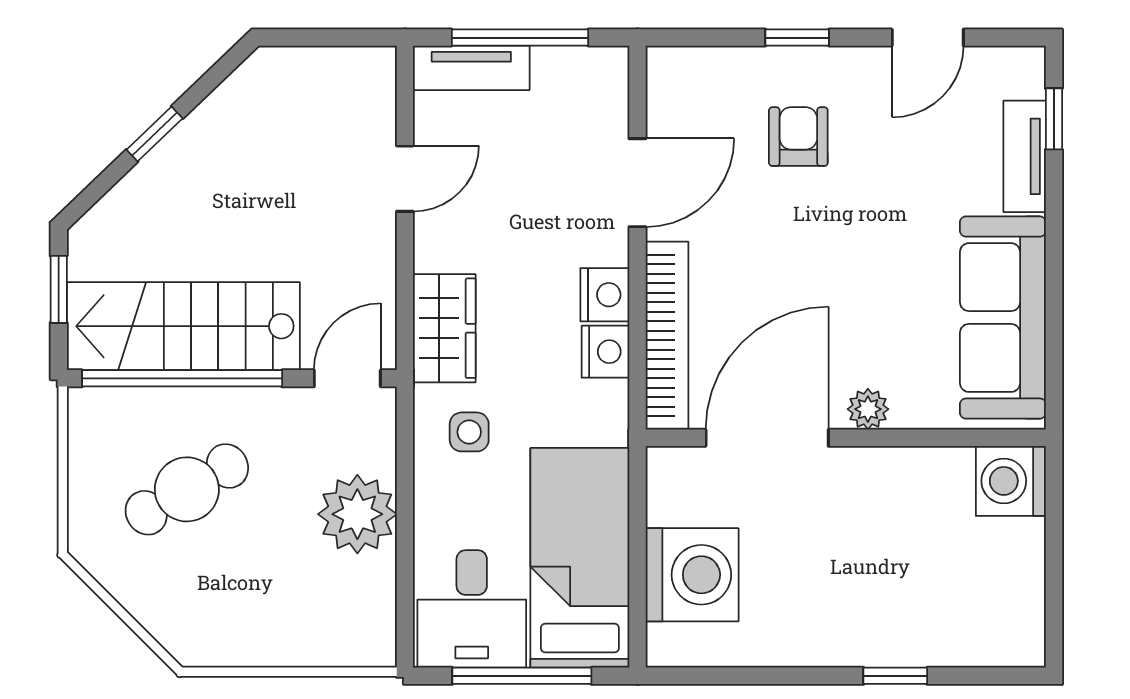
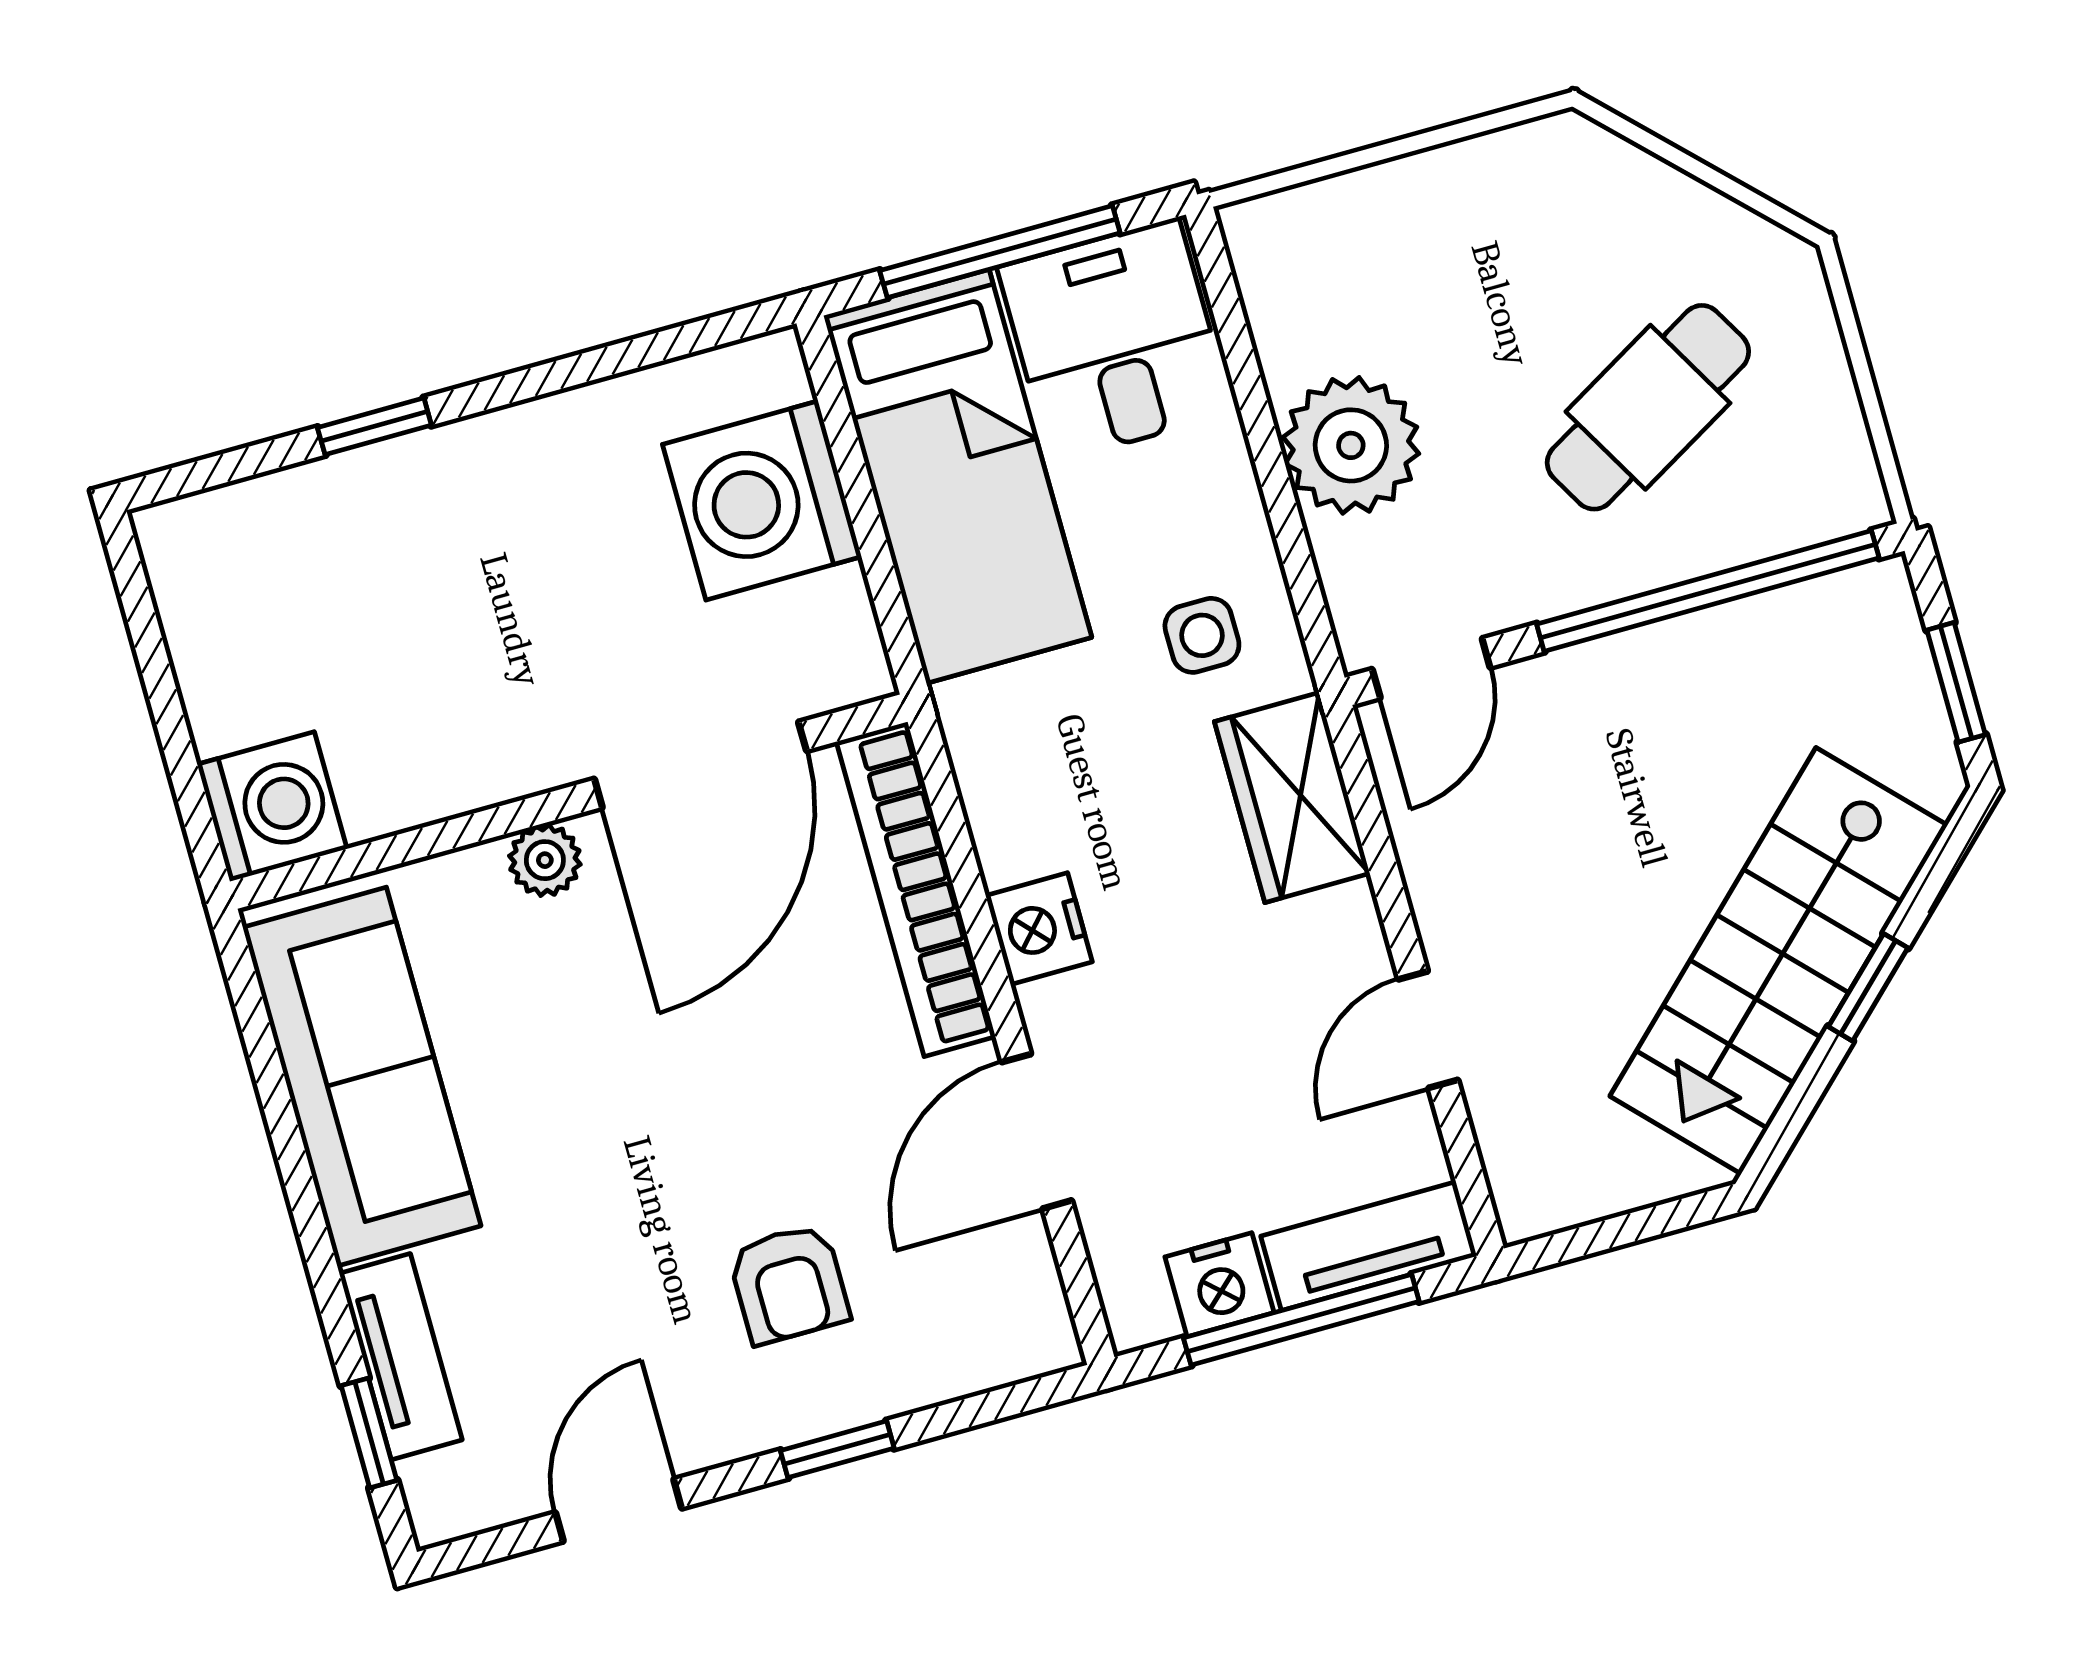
stairs: (183, 326) -> (1779, 961), moved, turned 136
nightstand: (605, 352) -> (1220, 1285), moved, turned -90

